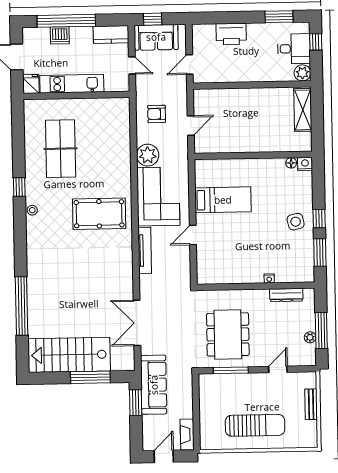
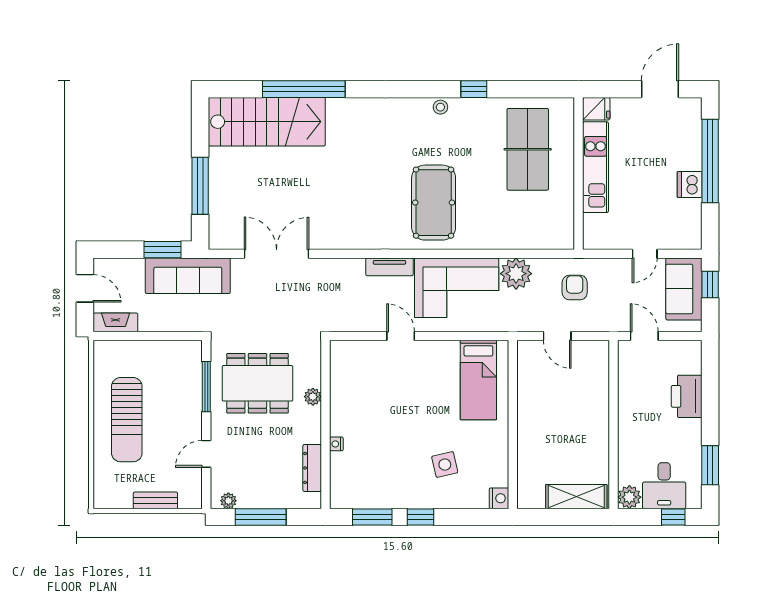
kitchen counter: (111, 34) -> (689, 224), removed
dishwasher: (60, 35) -> (690, 184), moved
fridge: (31, 84) -> (596, 109), moved
kitchen unit: (72, 84) -> (596, 167), moved
wall: (76, 95) -> (579, 173), moved
table tennis table: (61, 149) -> (528, 149), turned 90
floor lamp: (291, 163) -> (501, 478), removed
bed: (223, 200) -> (478, 380), moved
side table: (296, 222) -> (445, 465), moved
tv unit: (145, 250) -> (389, 267), width x0.71
plant: (236, 296) -> (313, 397), added
plant: (310, 337) -> (228, 501), moved
stairs: (69, 355) -> (267, 122), moved, turned 90
door: (278, 369) -> (206, 454), swing flipped

